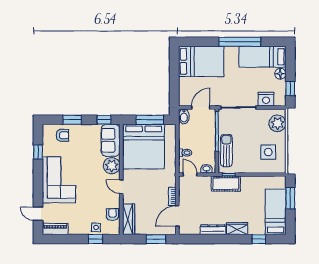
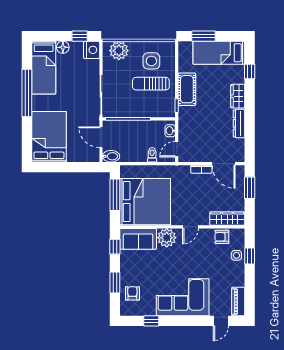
nightstand: (266, 99) -> (92, 50), moved
sun lounger: (226, 151) -> (151, 84), moved
cot: (226, 184) -> (187, 89), moved

